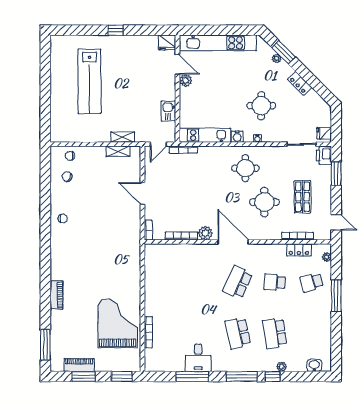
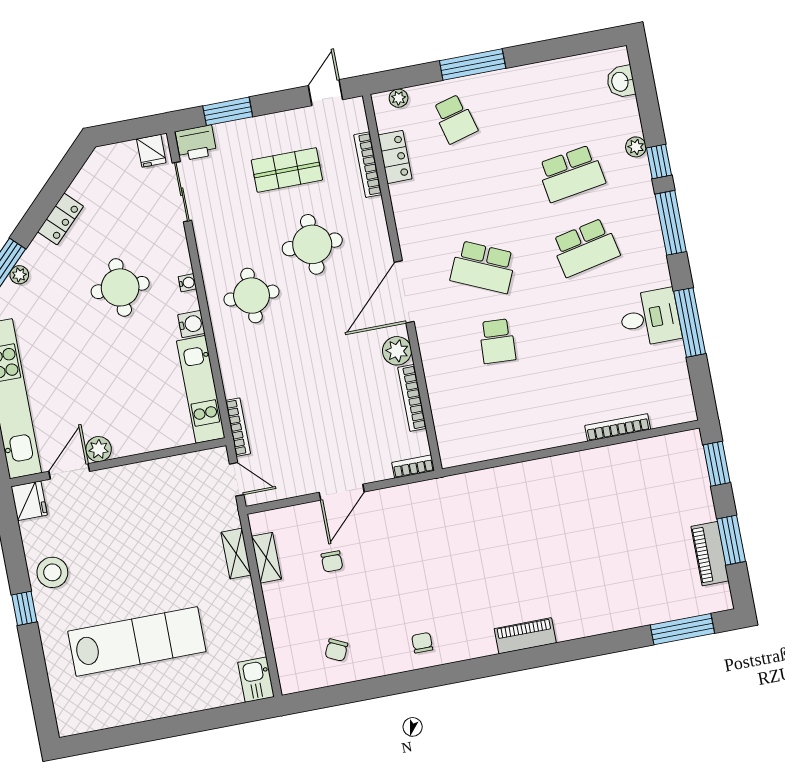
stool: (130, 47) -> (52, 572), added
kitchen sink: (168, 111) -> (256, 680), moved, turned 90
chair: (70, 156) -> (332, 561), moved
school desk: (275, 282) -> (497, 341), moved
piano: (57, 295) -> (525, 636), moved
grand piano: (118, 323) -> (611, 493), removed

